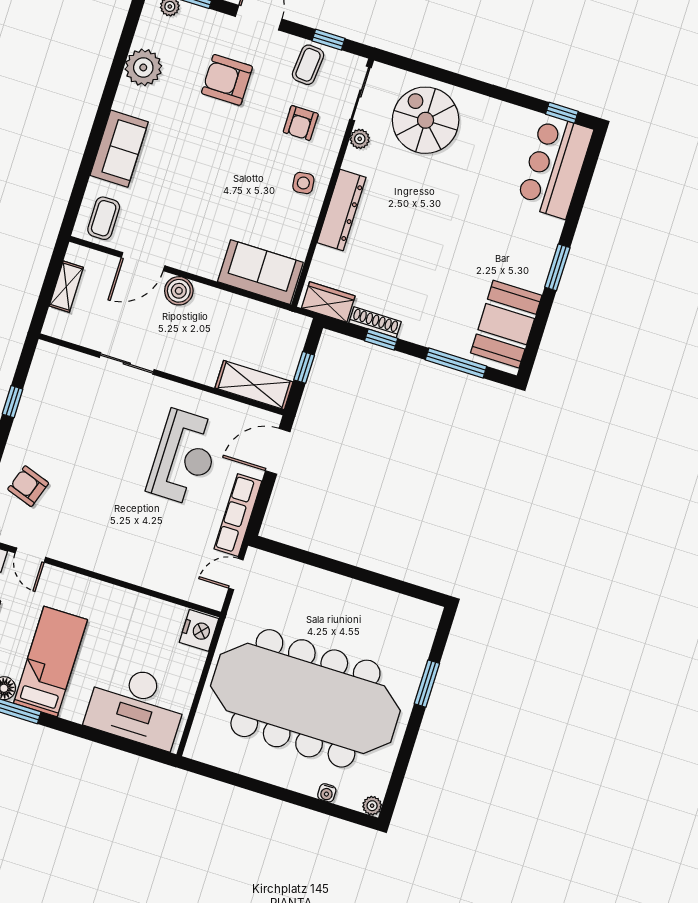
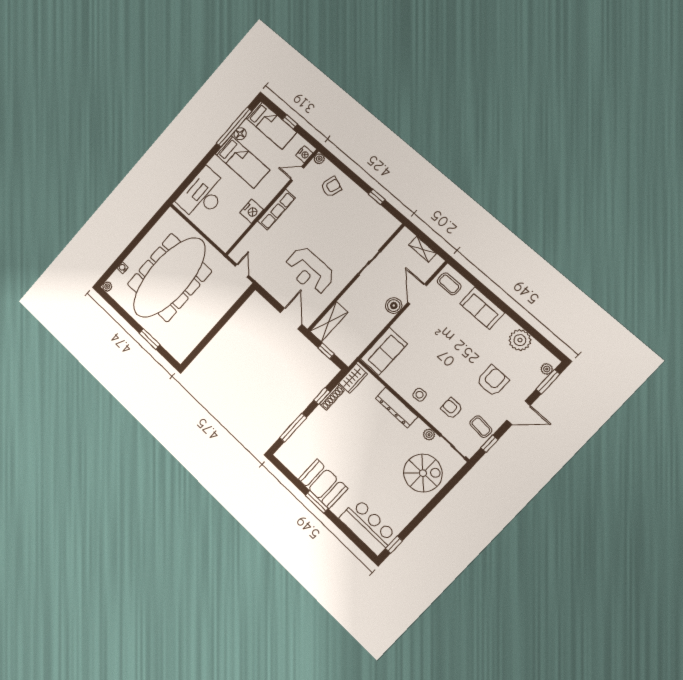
booth: (506, 324) -> (323, 484), moved
row of seats: (238, 515) -> (276, 210), moved, turned 90
nightstand: (199, 630) -> (252, 211), moved, turned -90

